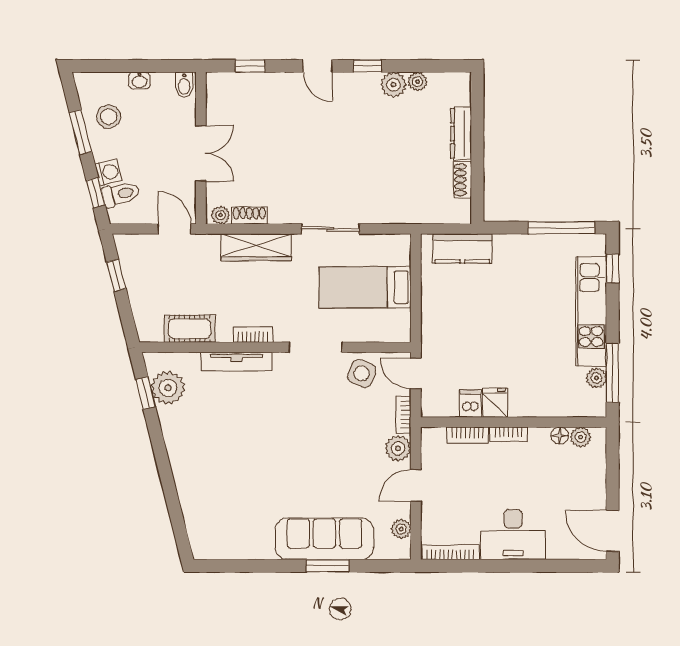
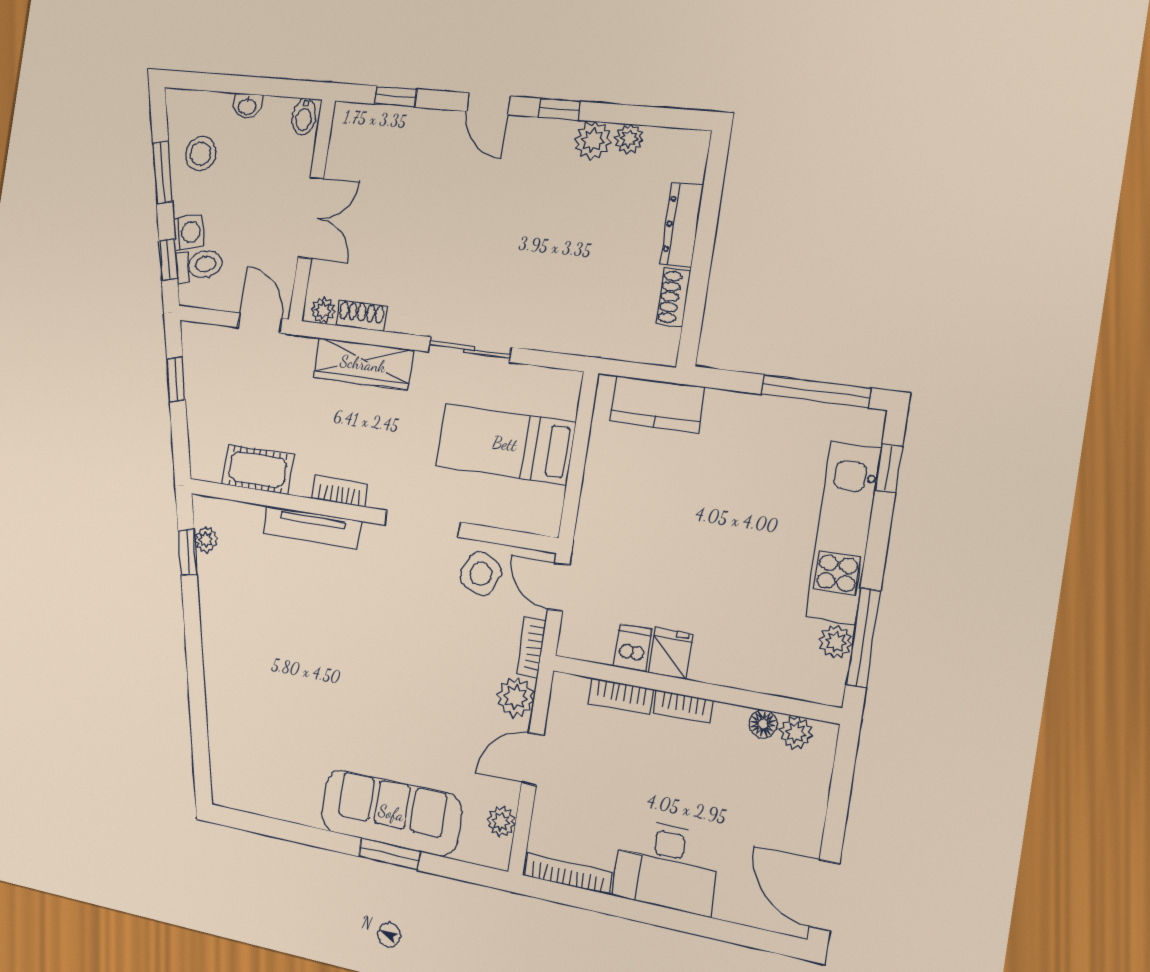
plant: (168, 388) -> (206, 540), width x0.53, depth x0.53

